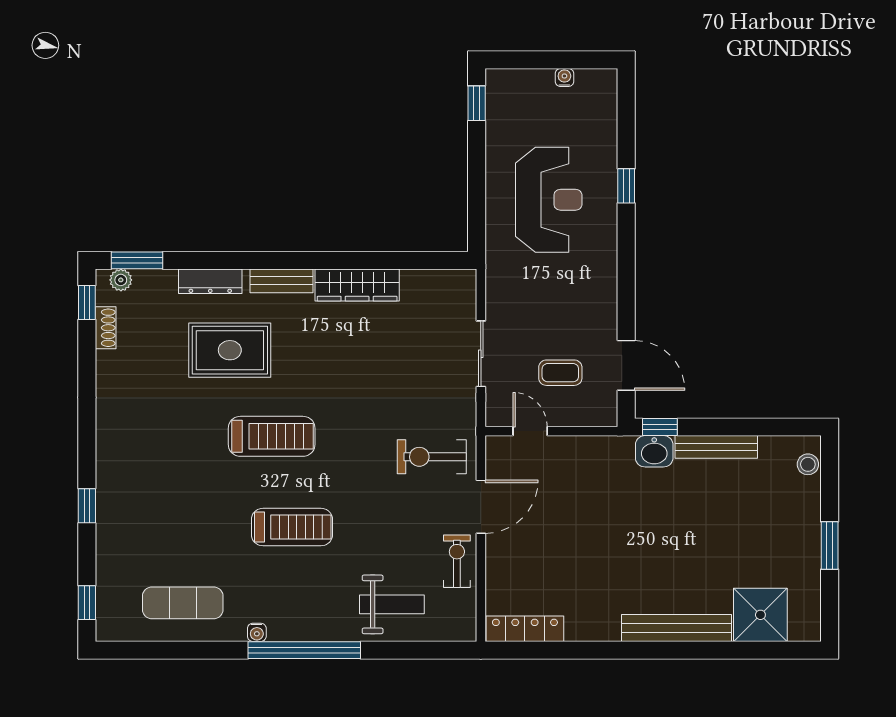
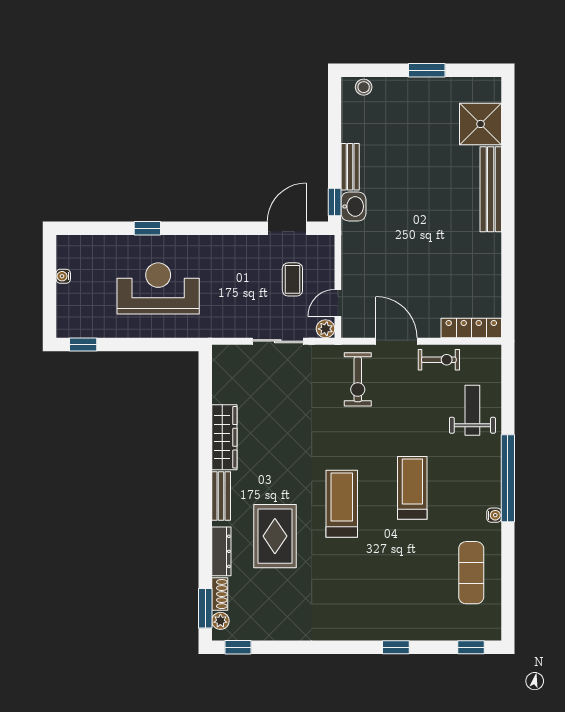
shoe rack: (106, 328) -> (220, 594), moved, turned 90
plant: (497, 415) -> (325, 329), added
bench: (716, 447) -> (350, 167), width x0.73
exercise bike: (457, 561) -> (439, 360), turned 180
locker: (525, 629) -> (471, 328), moved, turned 90

